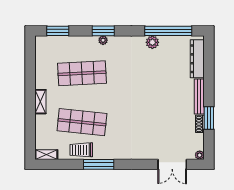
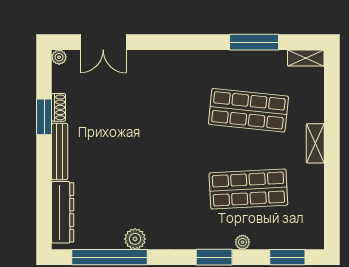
plant: (103, 40) -> (242, 242), moved
trolley: (81, 150) -> (250, 66), removed
window: (99, 164) -> (254, 42), moved
double door: (172, 164) -> (103, 42), swing flipped

